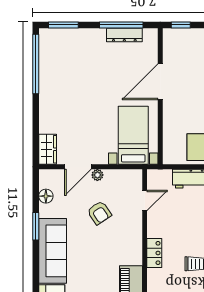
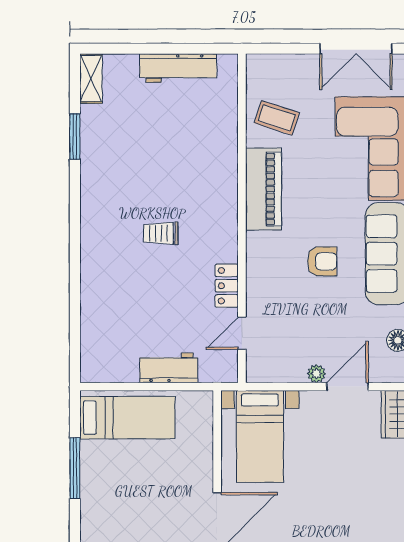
armchair: (99, 213) -> (322, 261), moved, turned 124
locker: (154, 253) -> (227, 286), moved

